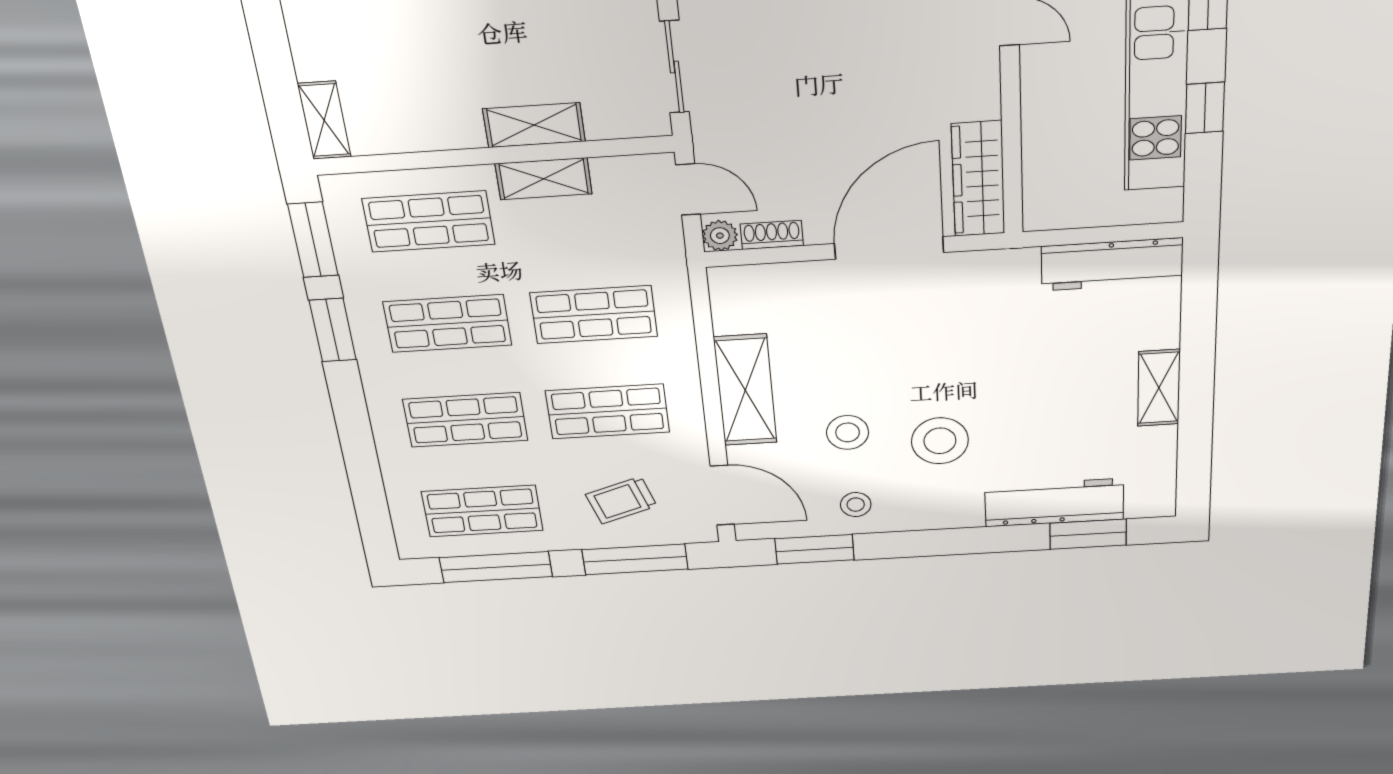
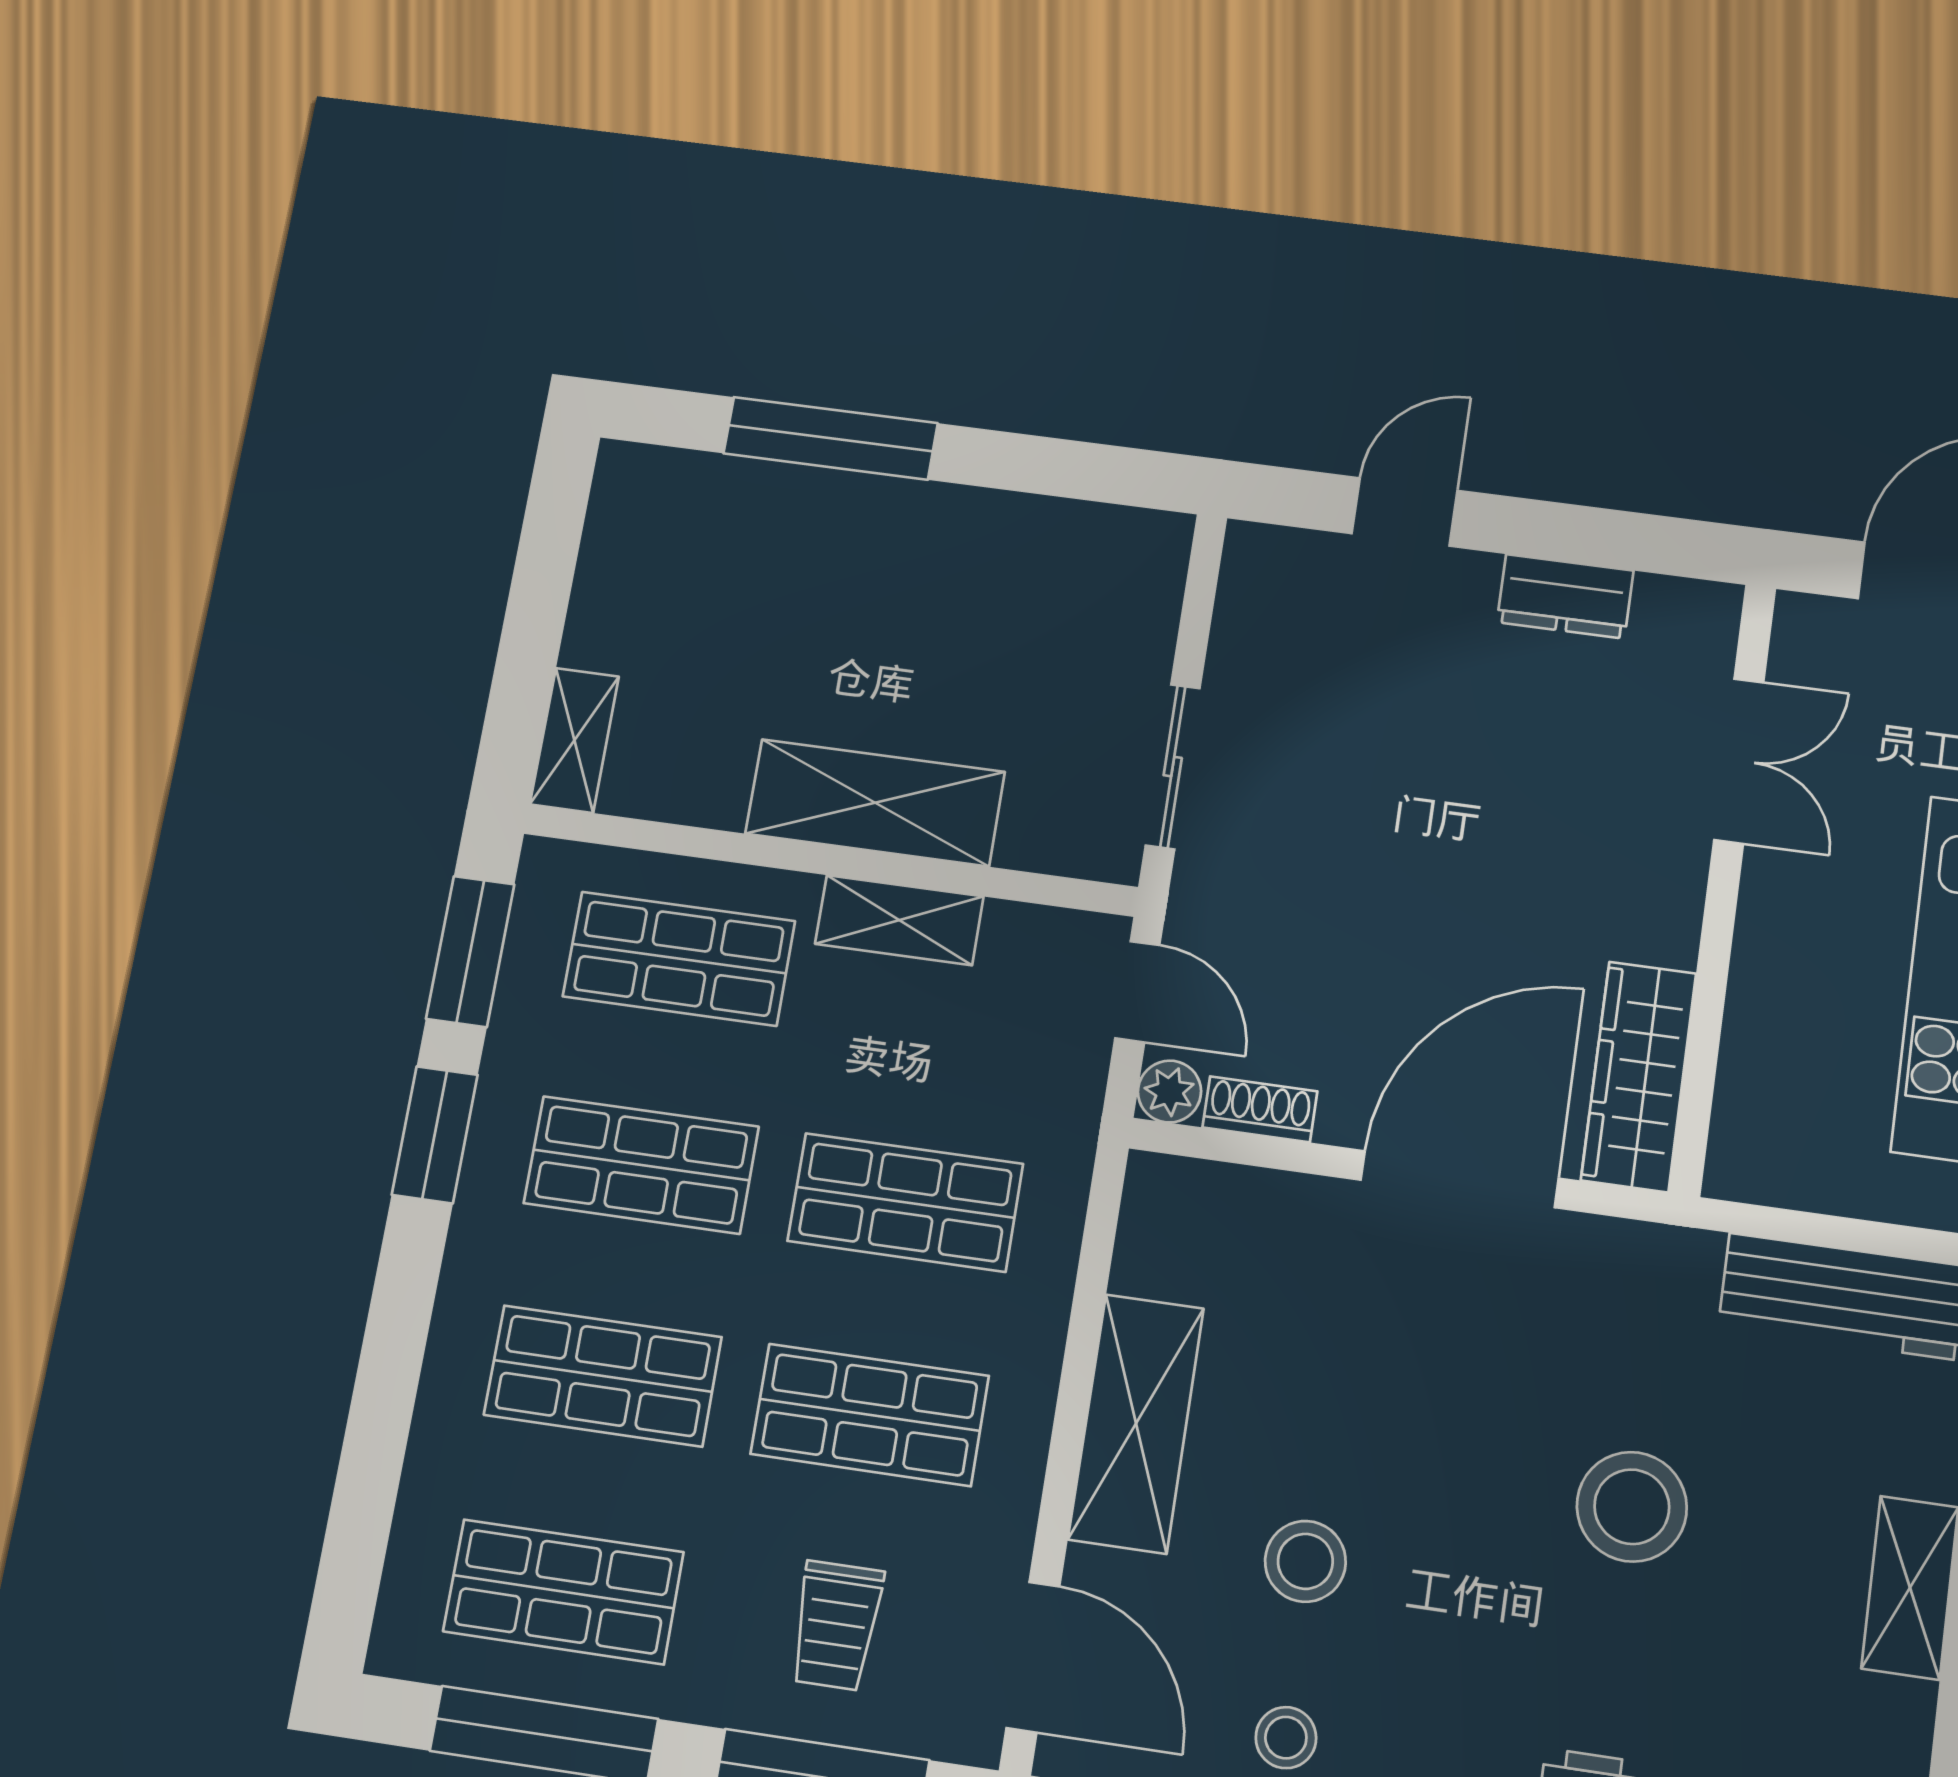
shelving: (534, 125) -> (875, 803), width x1.50, depth x1.33
stool: (940, 441) -> (1632, 1507), moved
trolley: (621, 500) -> (836, 1626), turned -72

